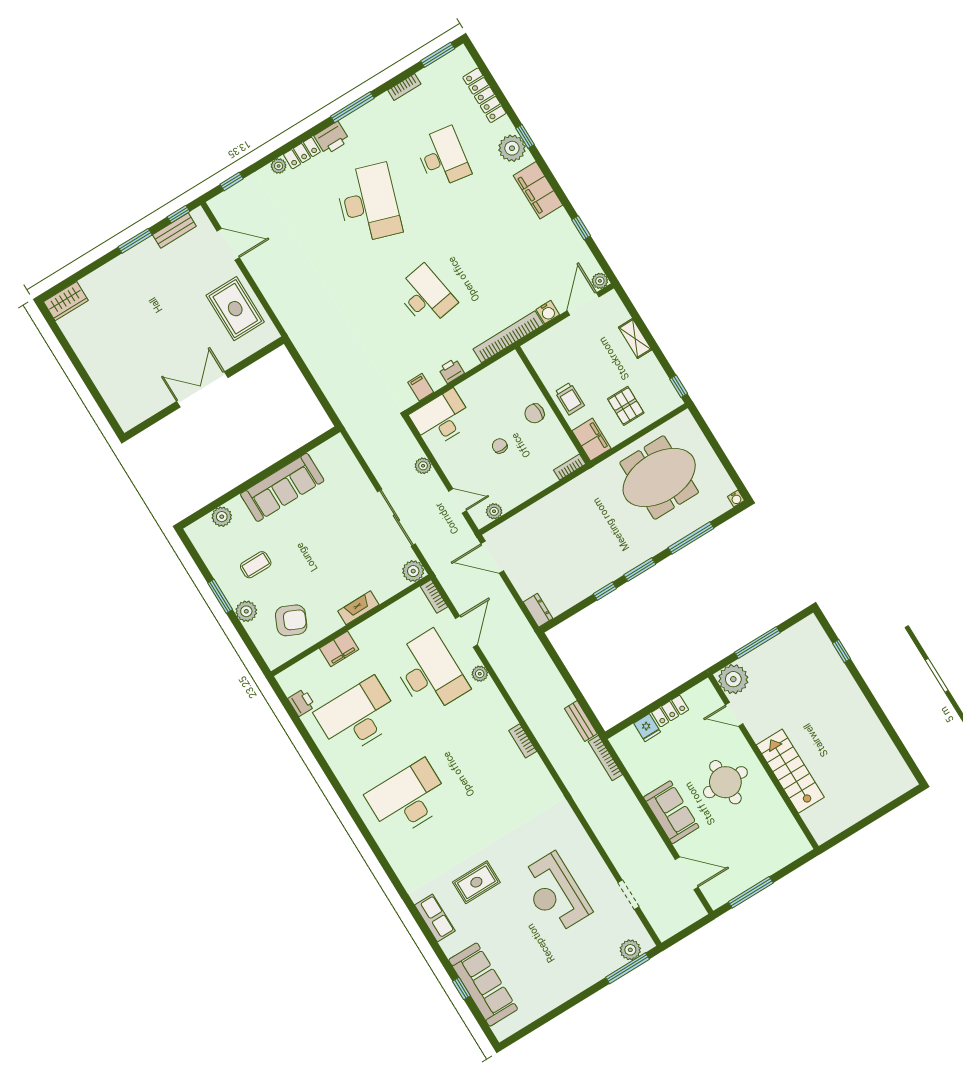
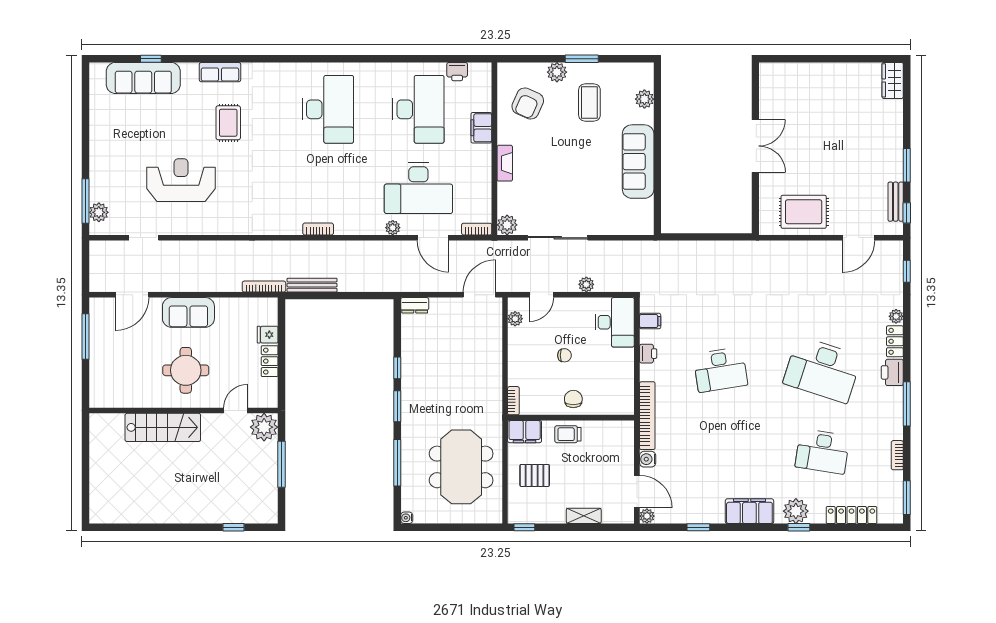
coffee table: (256, 565) -> (589, 102), width x1.36, depth x1.30
bench: (581, 721) -> (312, 285), width x1.36

